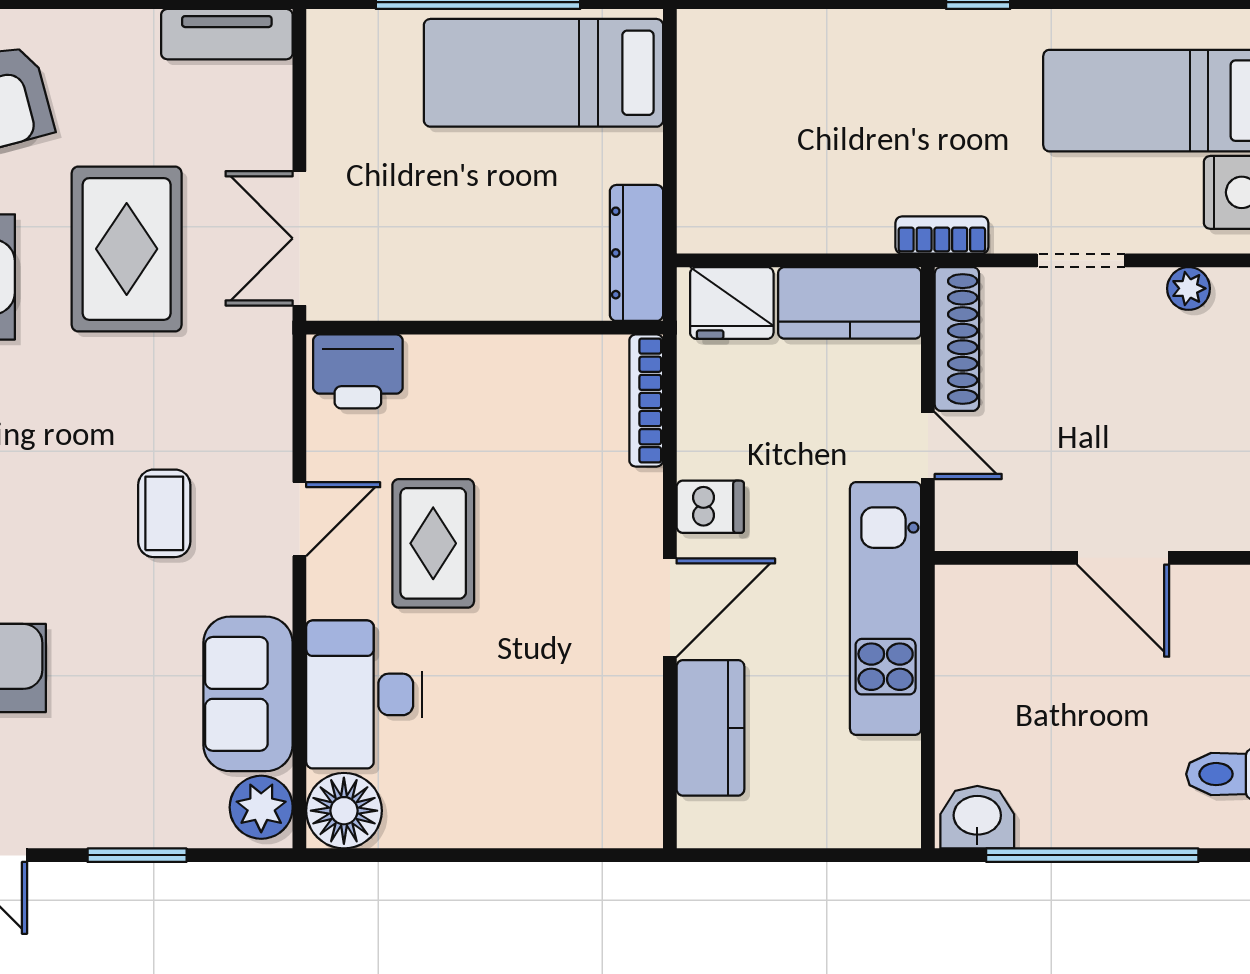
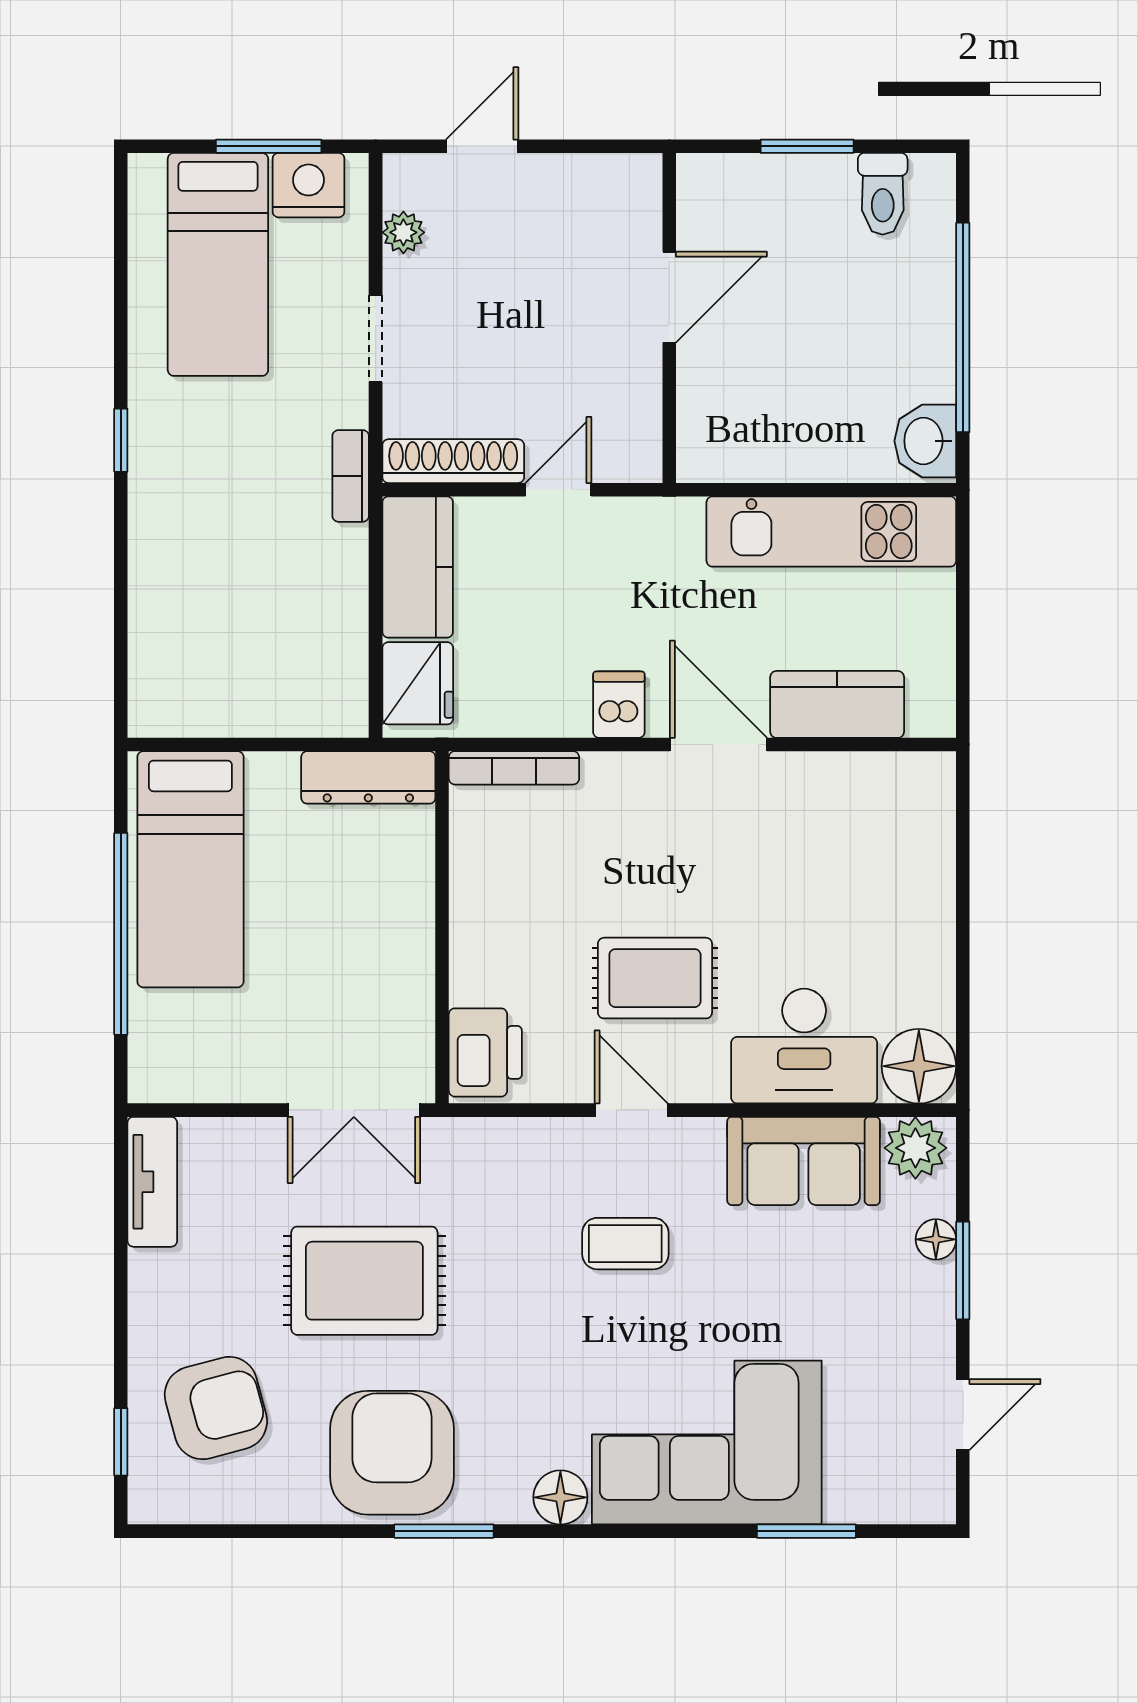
kitchen unit: (886, 608) -> (831, 532), moved
floor lamp: (168, 828) -> (936, 1239), added

